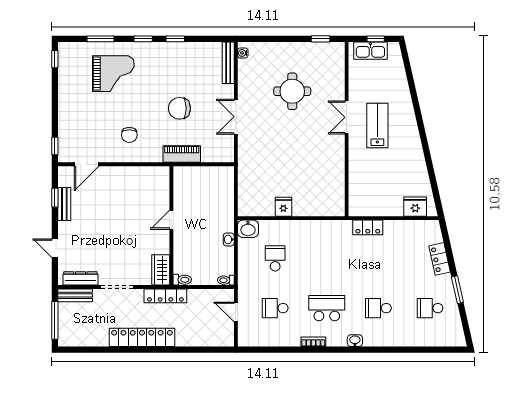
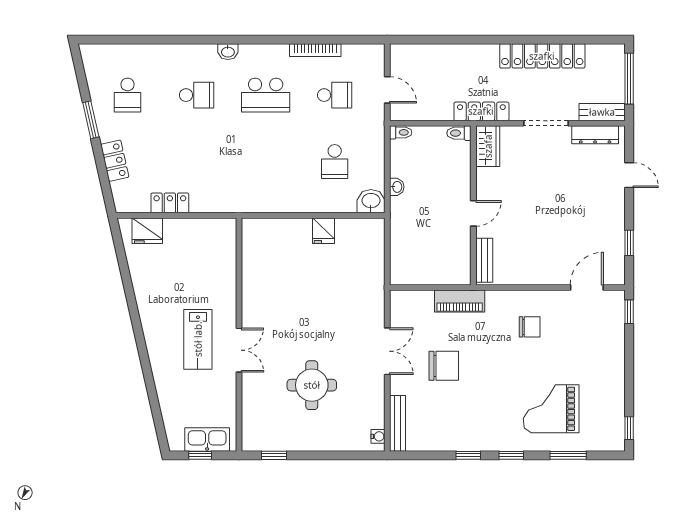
chair: (179, 108) -> (444, 366), moved
chair: (129, 135) -> (530, 327), turned 90
bench: (64, 204) -> (484, 260), moved
locker: (368, 227) -> (170, 203), moved
school desk: (430, 308) -> (127, 95), turned 90
locker: (142, 337) -> (542, 56), moved
bookcase: (313, 342) -> (315, 50), moved, width x1.56

